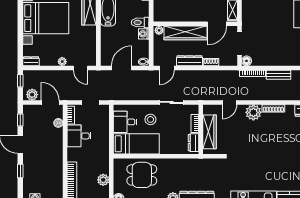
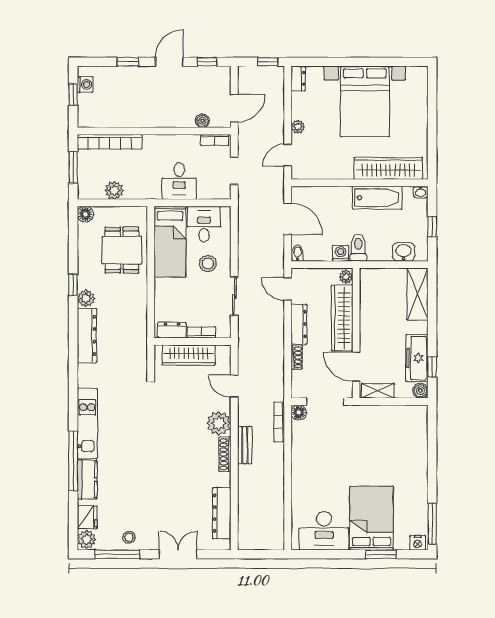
bench: (278, 75) -> (245, 445), moved
plant: (32, 95) -> (246, 80), removed
desk: (79, 136) -> (179, 181), moved, turned 180

